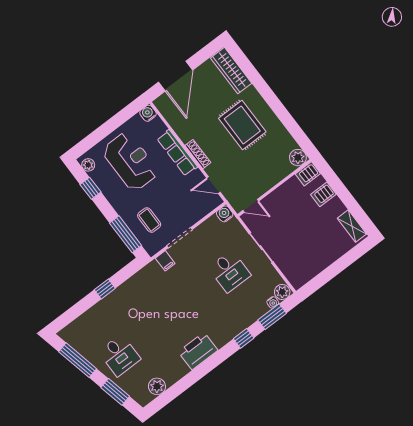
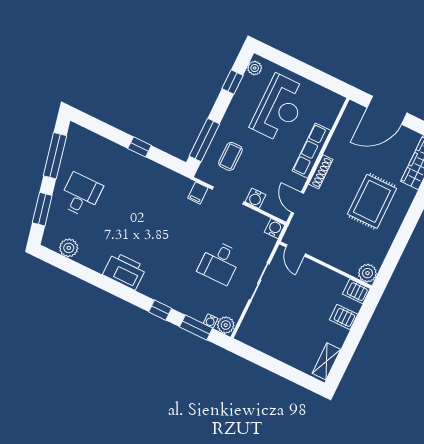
water cooler: (148, 113) -> (256, 198), moved, turned 180
desk: (119, 355) -> (81, 195), turned 180

